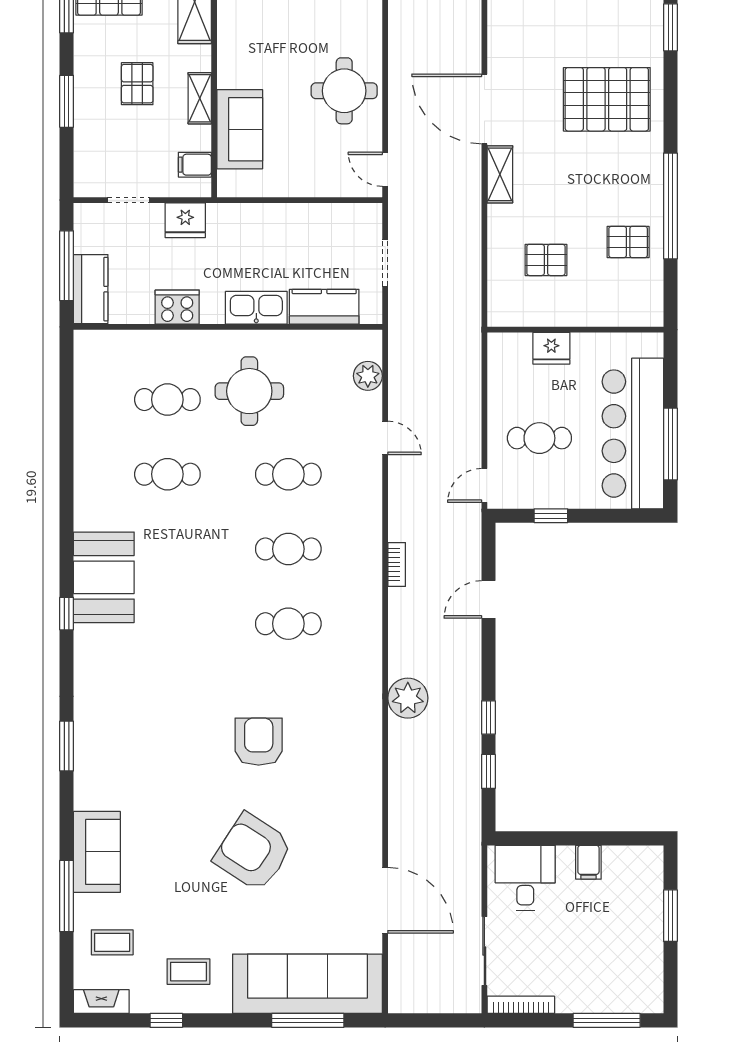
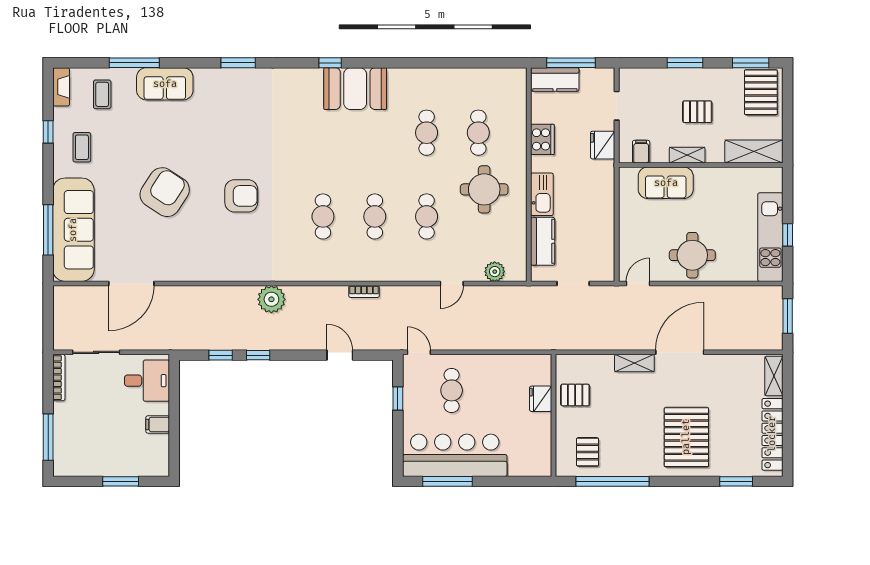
pallet: (546, 260) -> (575, 395), turned 90
wall: (575, 330) -> (554, 415), moved
fridge: (551, 348) -> (541, 399), moved

